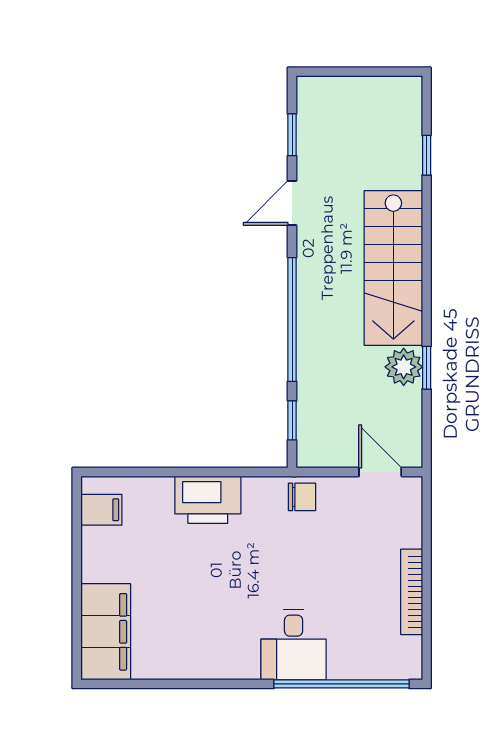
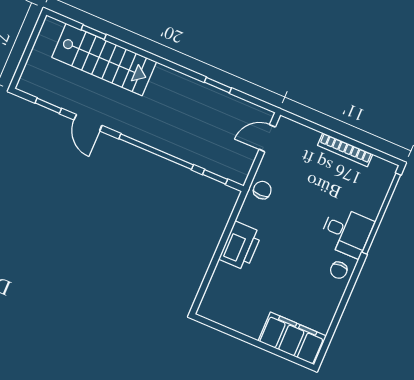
stairs: (393, 268) -> (104, 60), moved
plant: (404, 367) -> (212, 98), removed
filing cabinet: (101, 510) -> (220, 311), removed
chair: (233, 657) -> (339, 270), added

